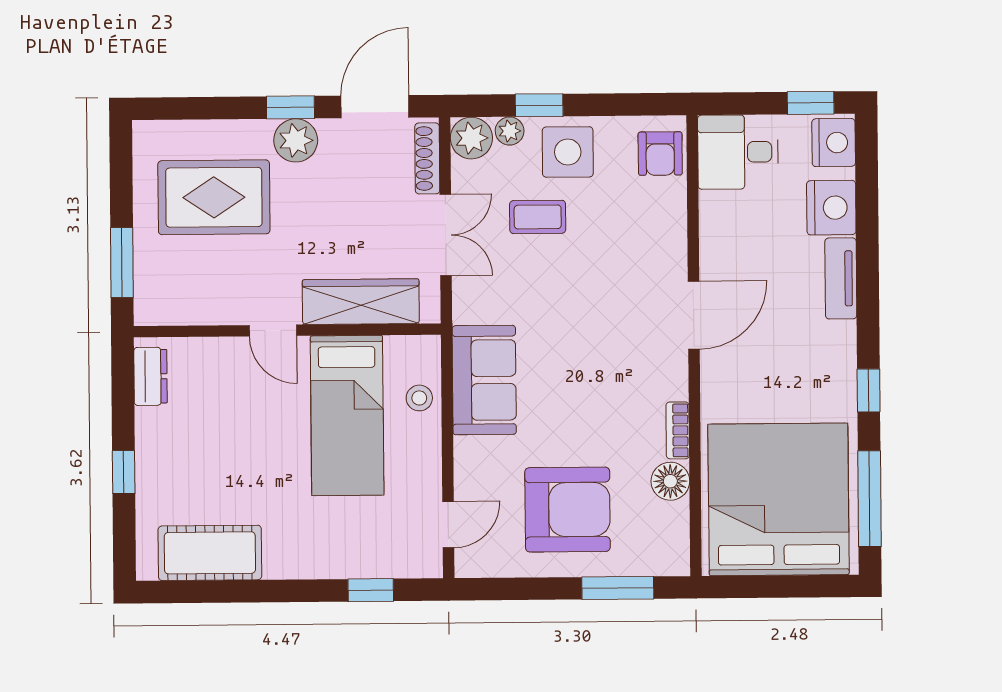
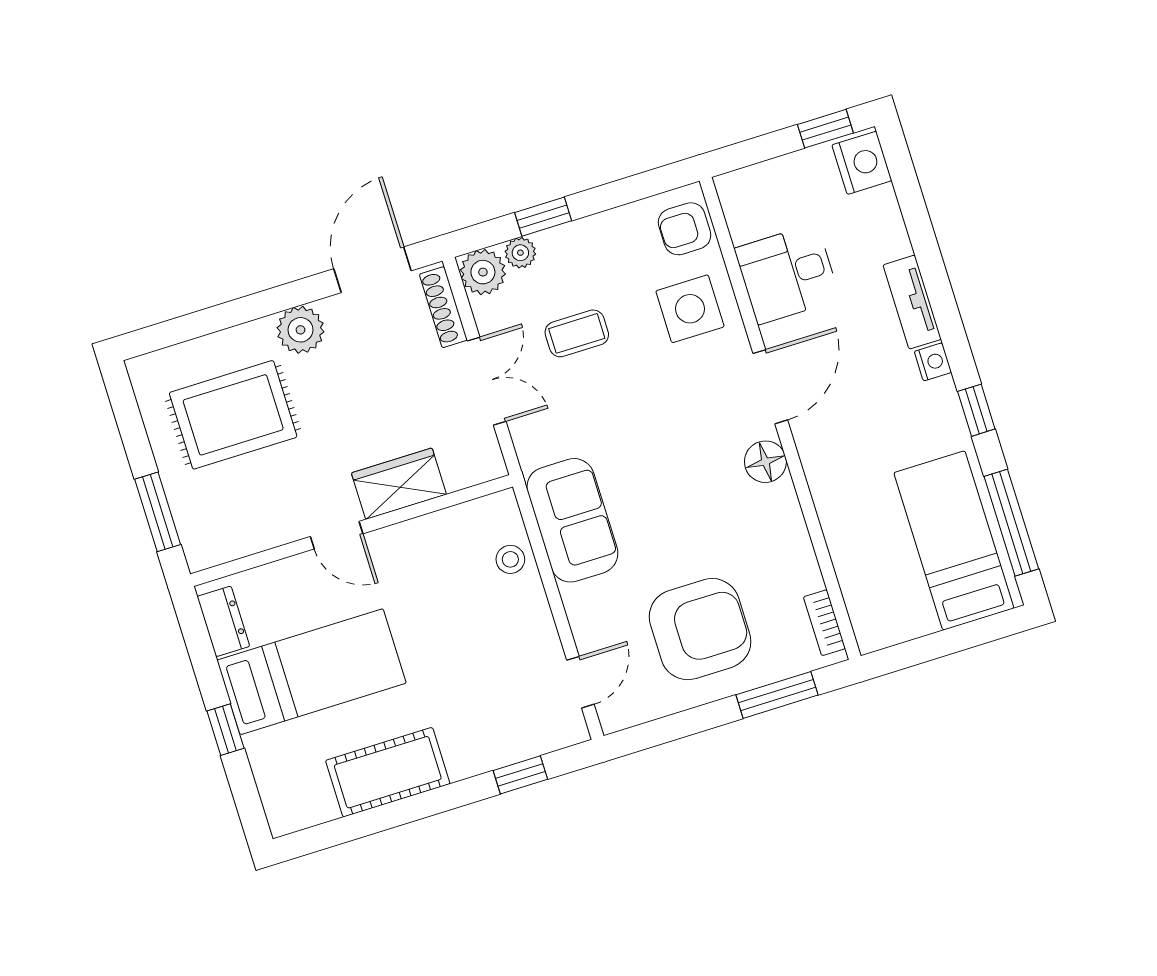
window: (290, 107) -> (285, 297), removed
side table: (568, 152) -> (690, 309), moved
desk: (738, 152) -> (787, 274), moved
armchair: (660, 154) -> (685, 229), turned 90
nightstand: (831, 208) -> (933, 362), moved, width x0.53, depth x0.56
wardrobe: (361, 302) -> (399, 484), width x0.67
bed: (347, 416) -> (312, 672), moved, turned -90
bookcase: (678, 430) -> (824, 623), moved
floor lamp: (670, 481) -> (765, 462), moved
bed: (779, 499) -> (954, 540), width x0.49
cot: (210, 553) -> (388, 772), moved

